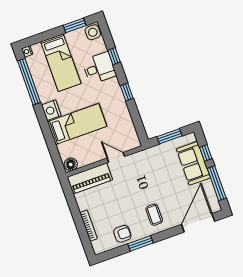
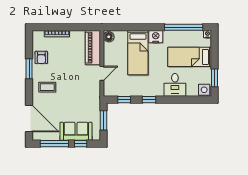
window: (114, 56) -> (124, 100), moved

